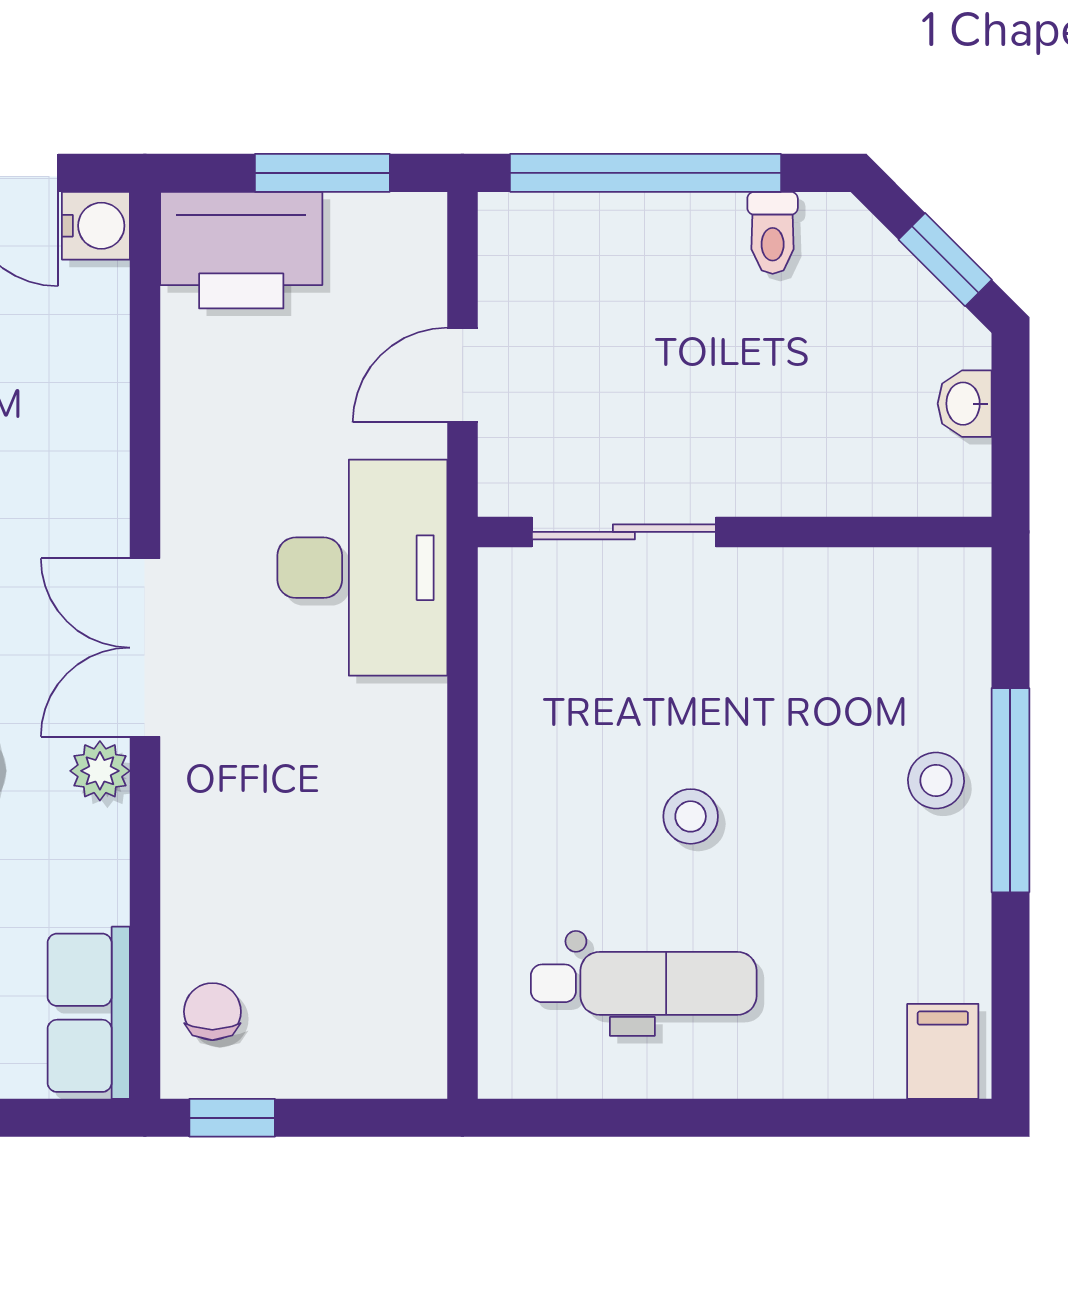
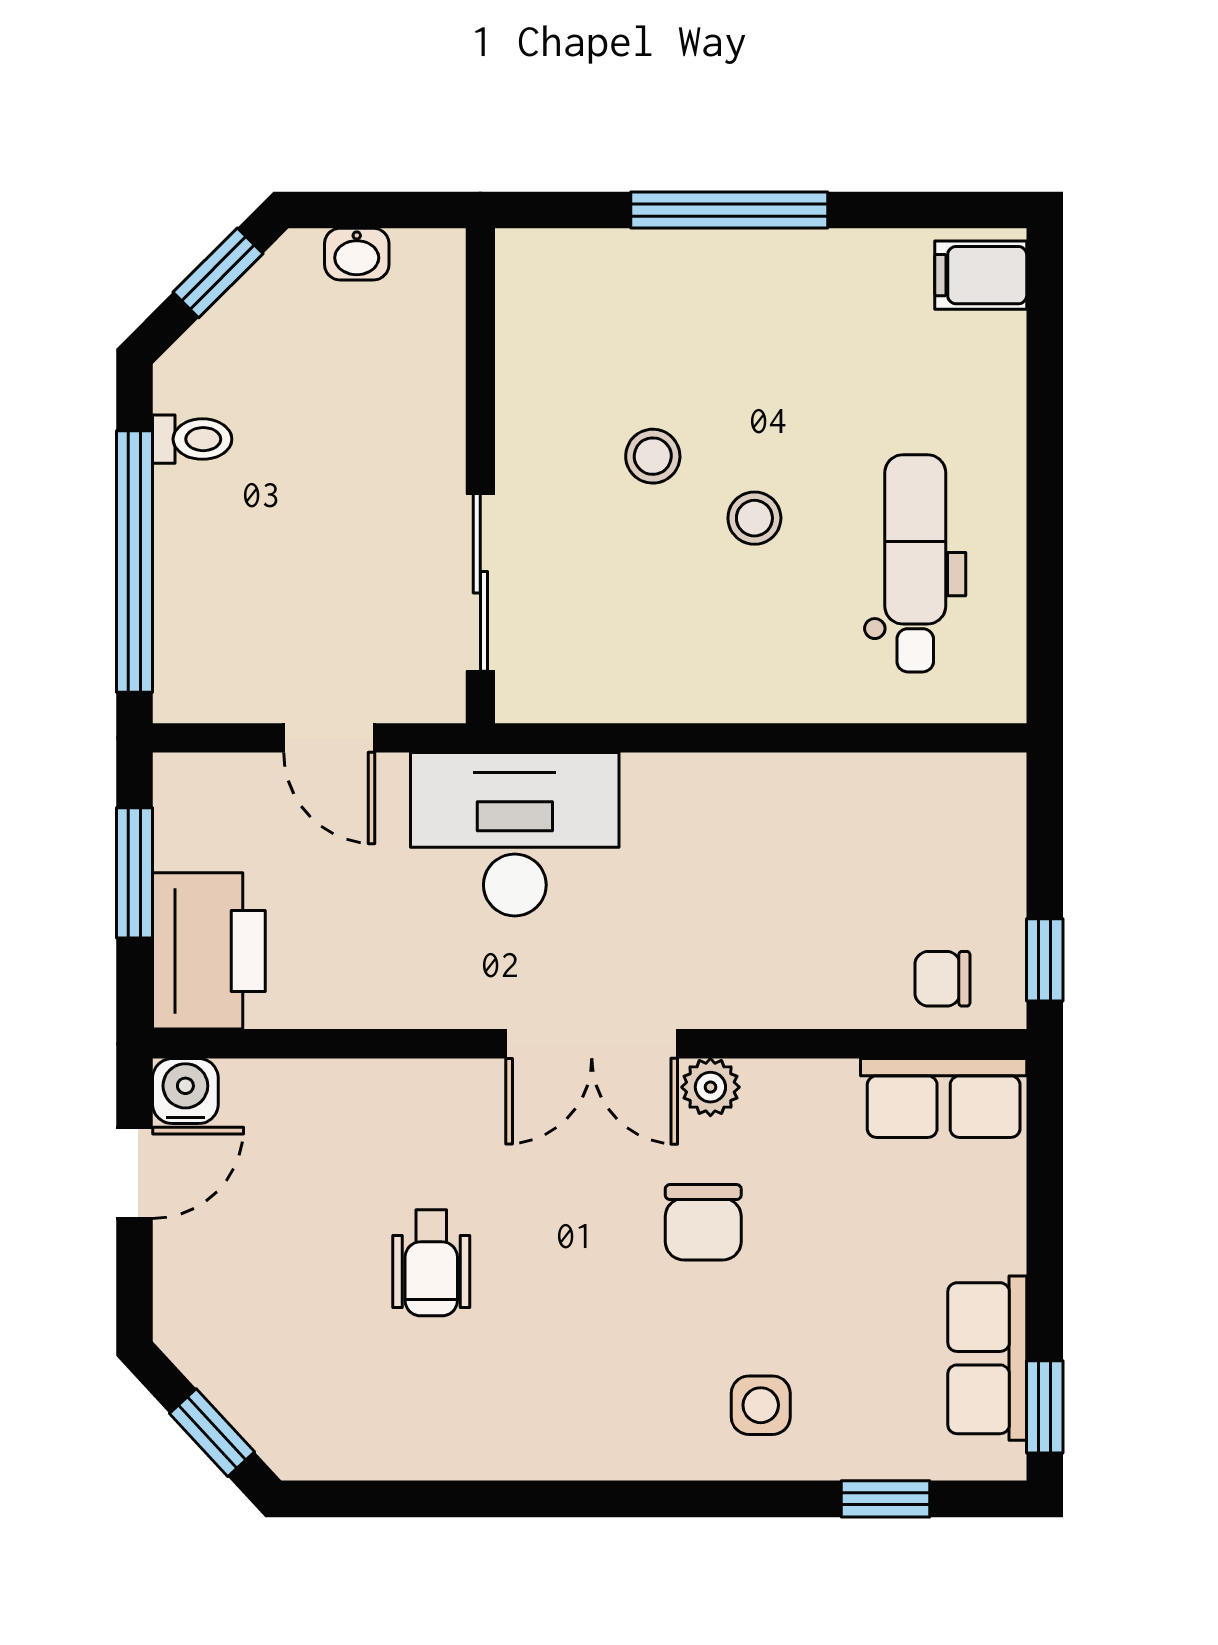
stool: (936, 781) -> (653, 456), moved

